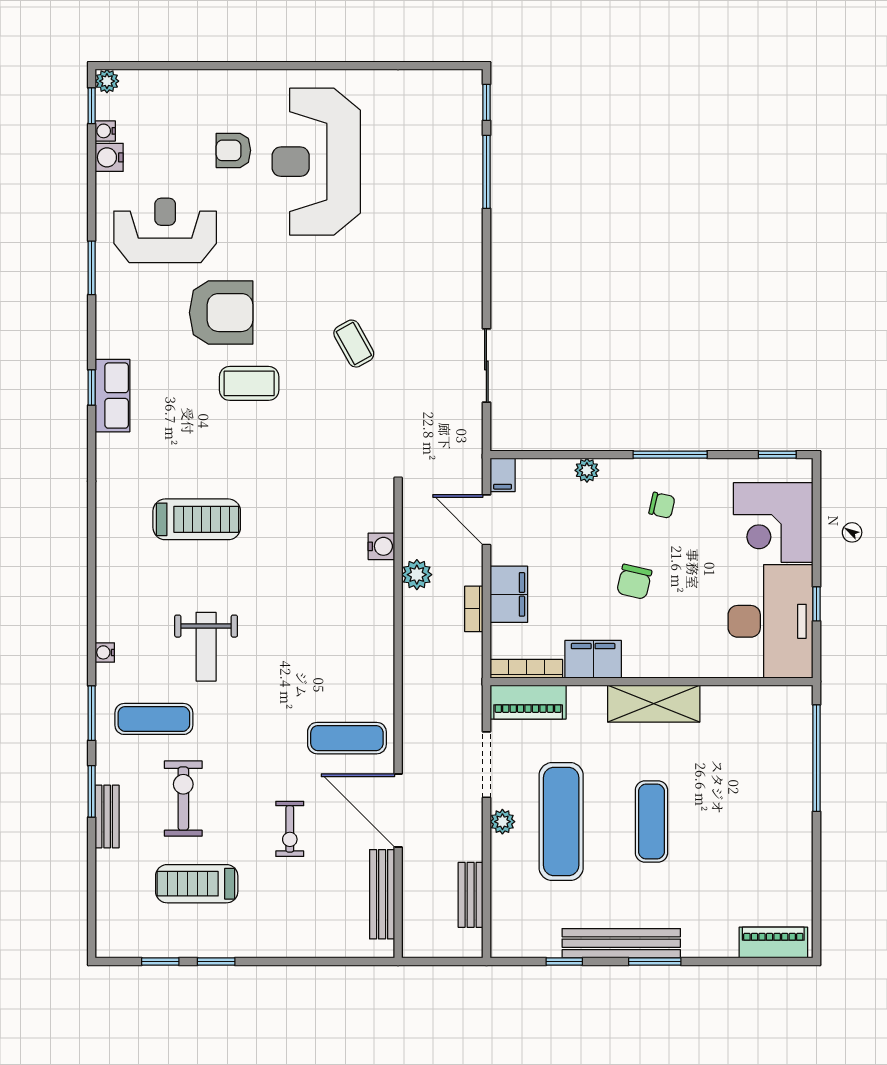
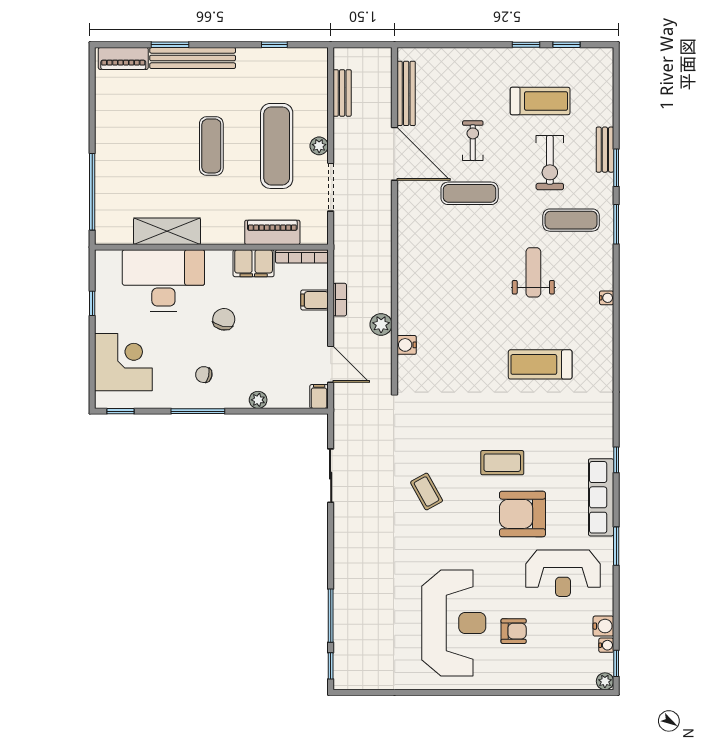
row of seats: (112, 396) -> (601, 497), moved, width x1.48
filing cabinet: (509, 594) -> (315, 300), width x0.50
desk: (771, 621) -> (163, 280), moved, turned 90
water cooler: (105, 652) -> (607, 298), moved
piano: (528, 702) -> (272, 232), moved
shelving: (654, 704) -> (167, 231), moved
exercise mat: (347, 738) -> (470, 193), moved
bench: (621, 943) -> (193, 58), moved
window: (655, 961) -> (170, 45), moved

